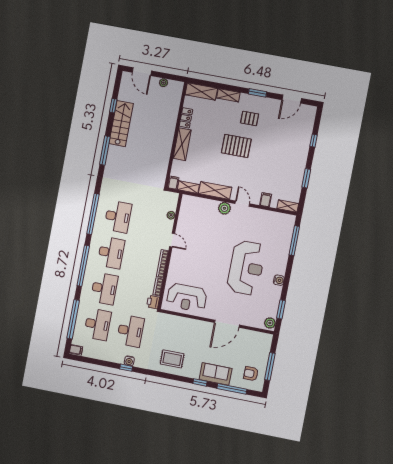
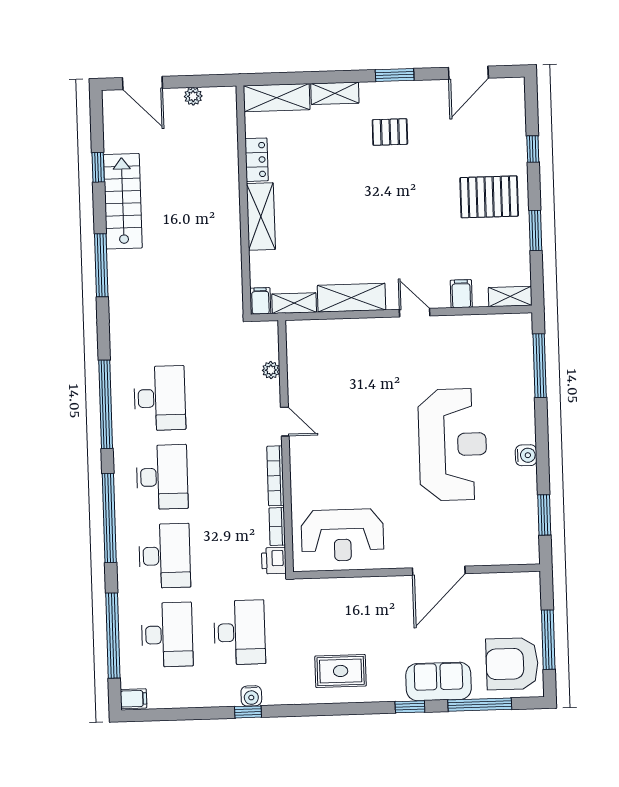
pallet: (236, 146) -> (489, 197), moved
plant: (224, 208) -> (379, 331), removed
plant: (270, 323) -> (528, 549), removed
armchair: (251, 374) -> (512, 664), width x1.88, depth x1.88

